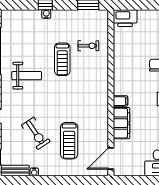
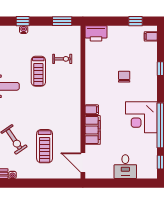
door: (111, 159) -> (83, 163), hinge flipped

